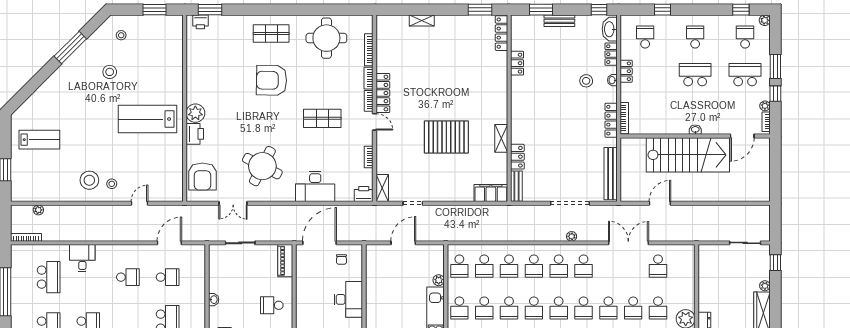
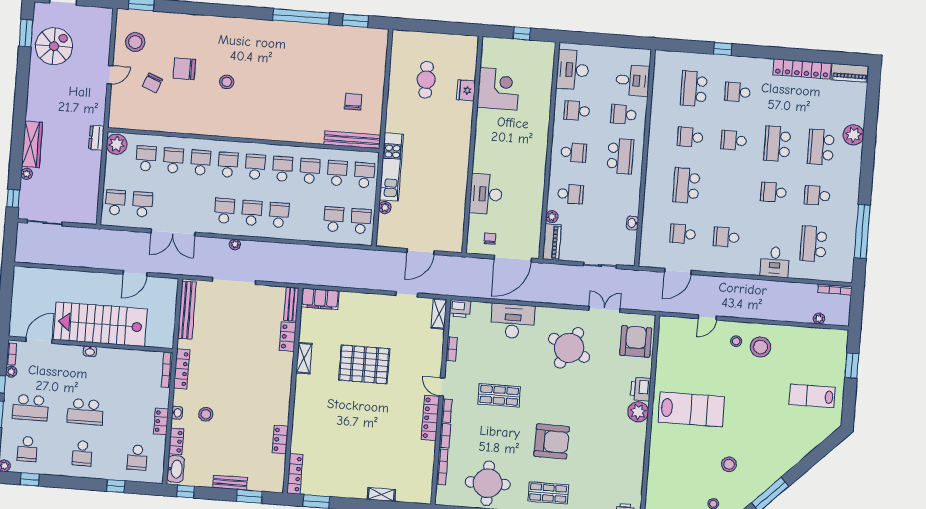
school desk: (509, 266) -> (115, 202), moved
plant: (287, 284) -> (552, 217), added
washbasin: (214, 300) -> (633, 223), moved

